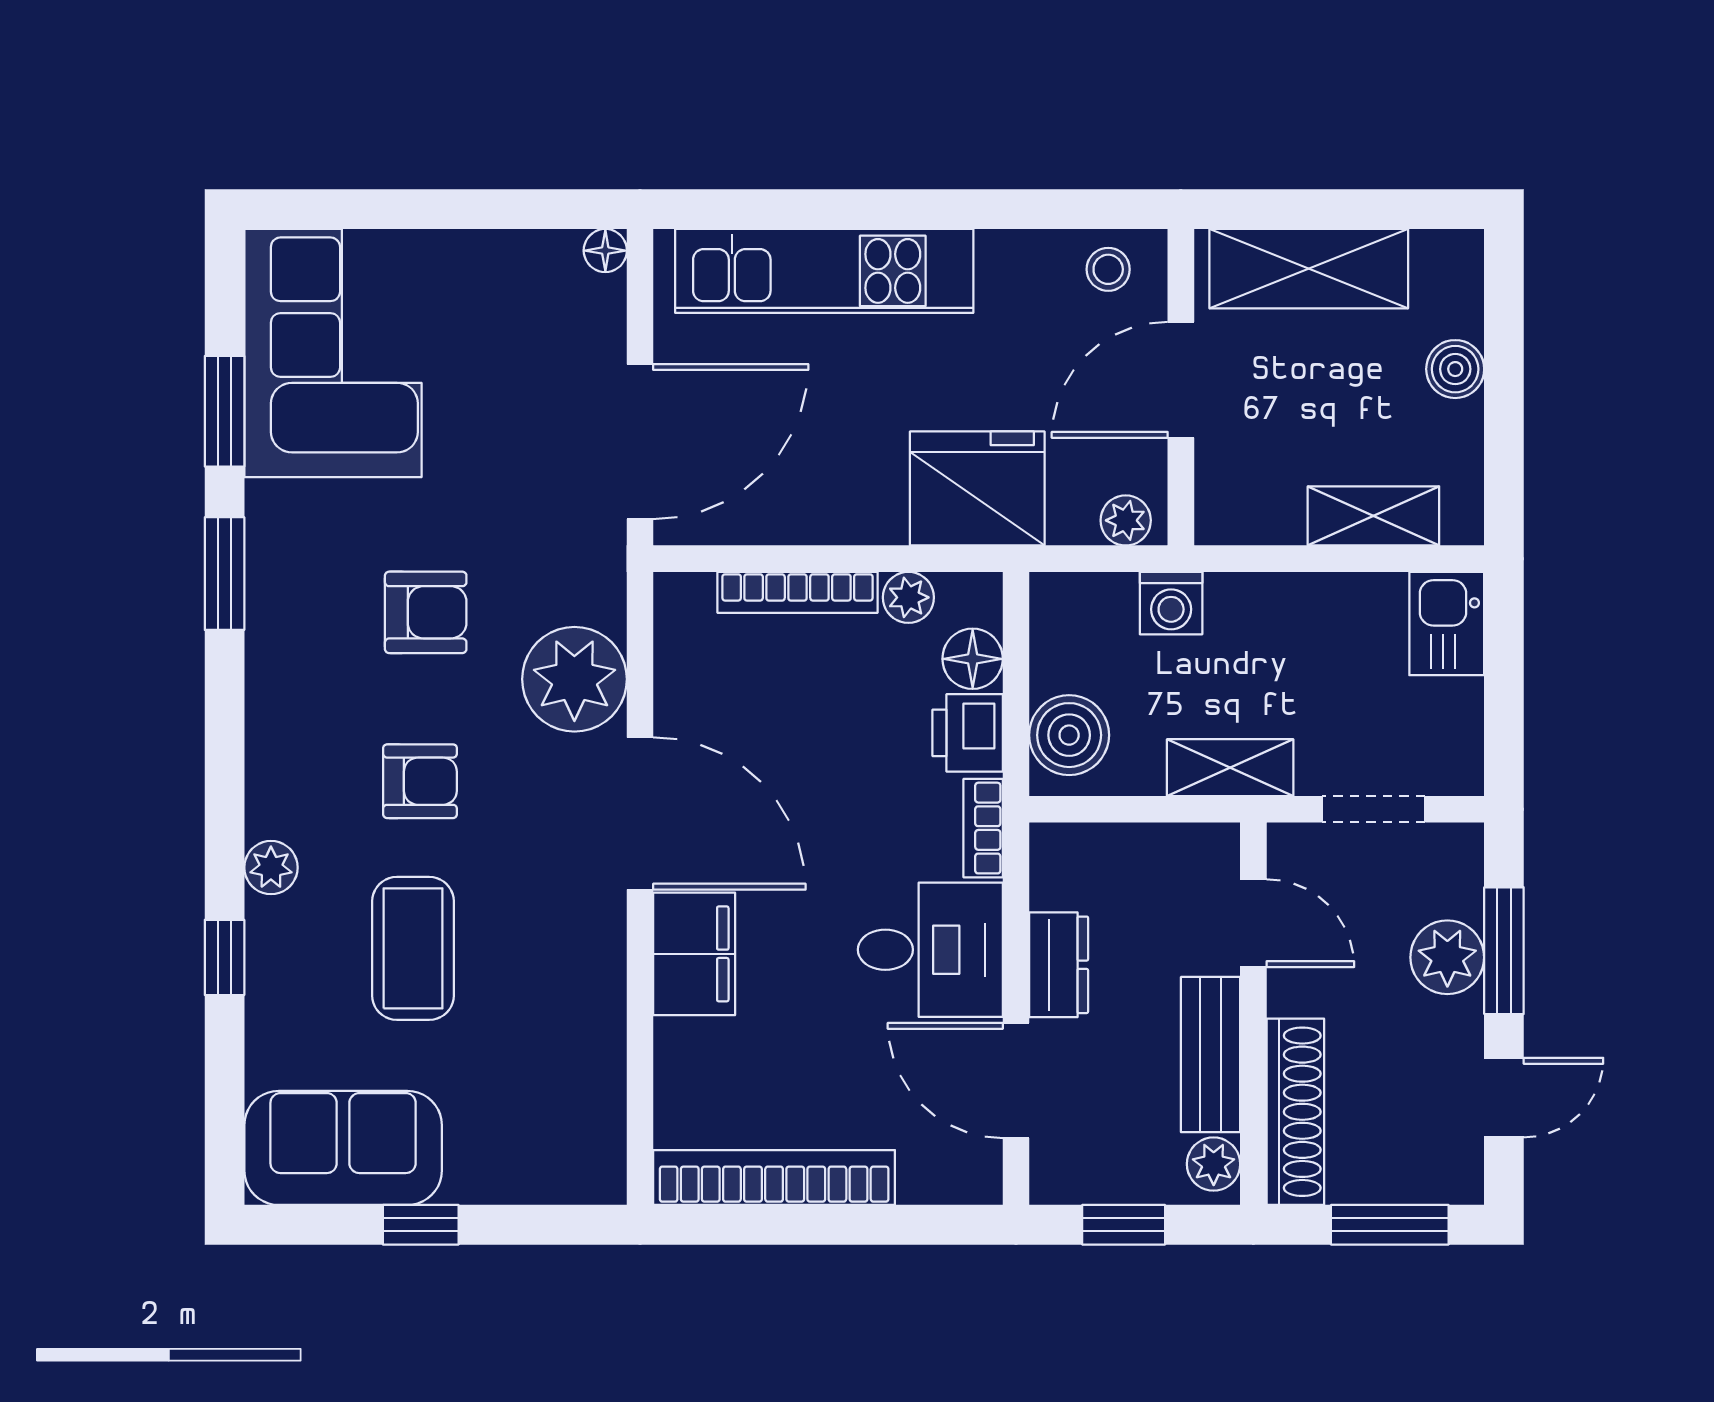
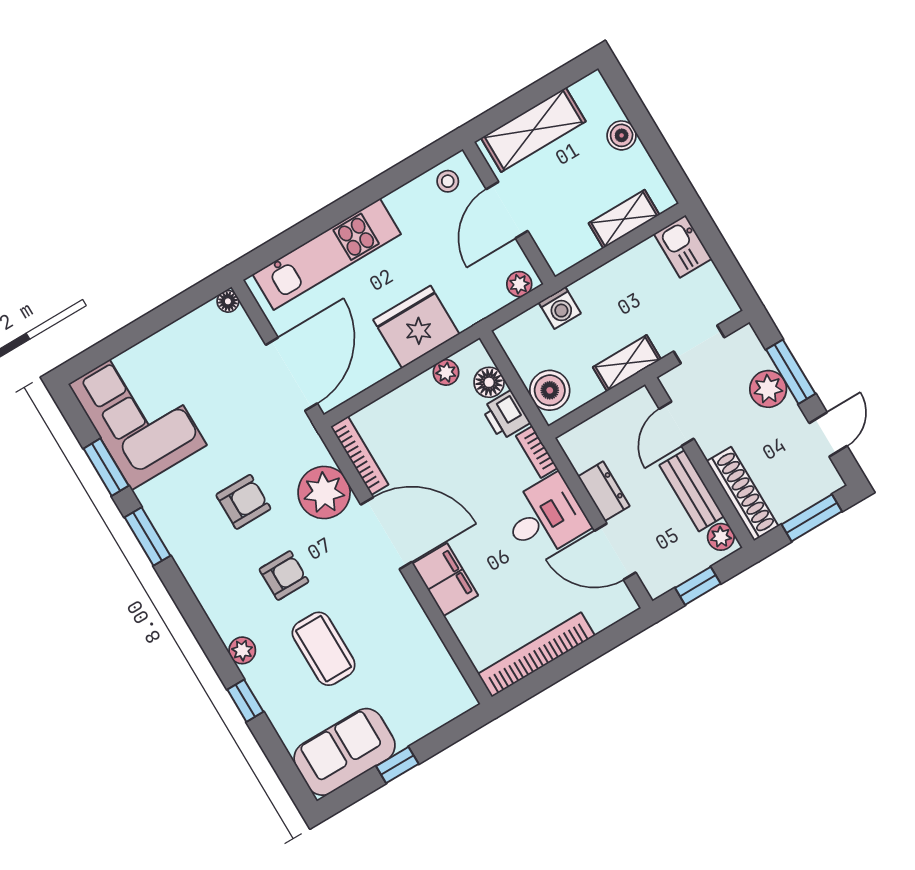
fridge: (977, 488) -> (416, 327), moved
bookcase: (797, 592) -> (360, 456), moved, turned -90
door: (1253, 923) -> (677, 424), swing flipped

